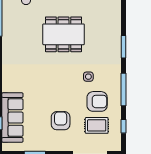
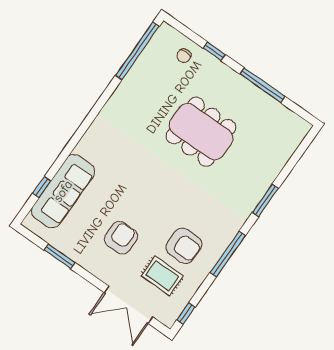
side table: (88, 77) -> (195, 207), removed
window: (123, 126) -> (186, 314), moved

